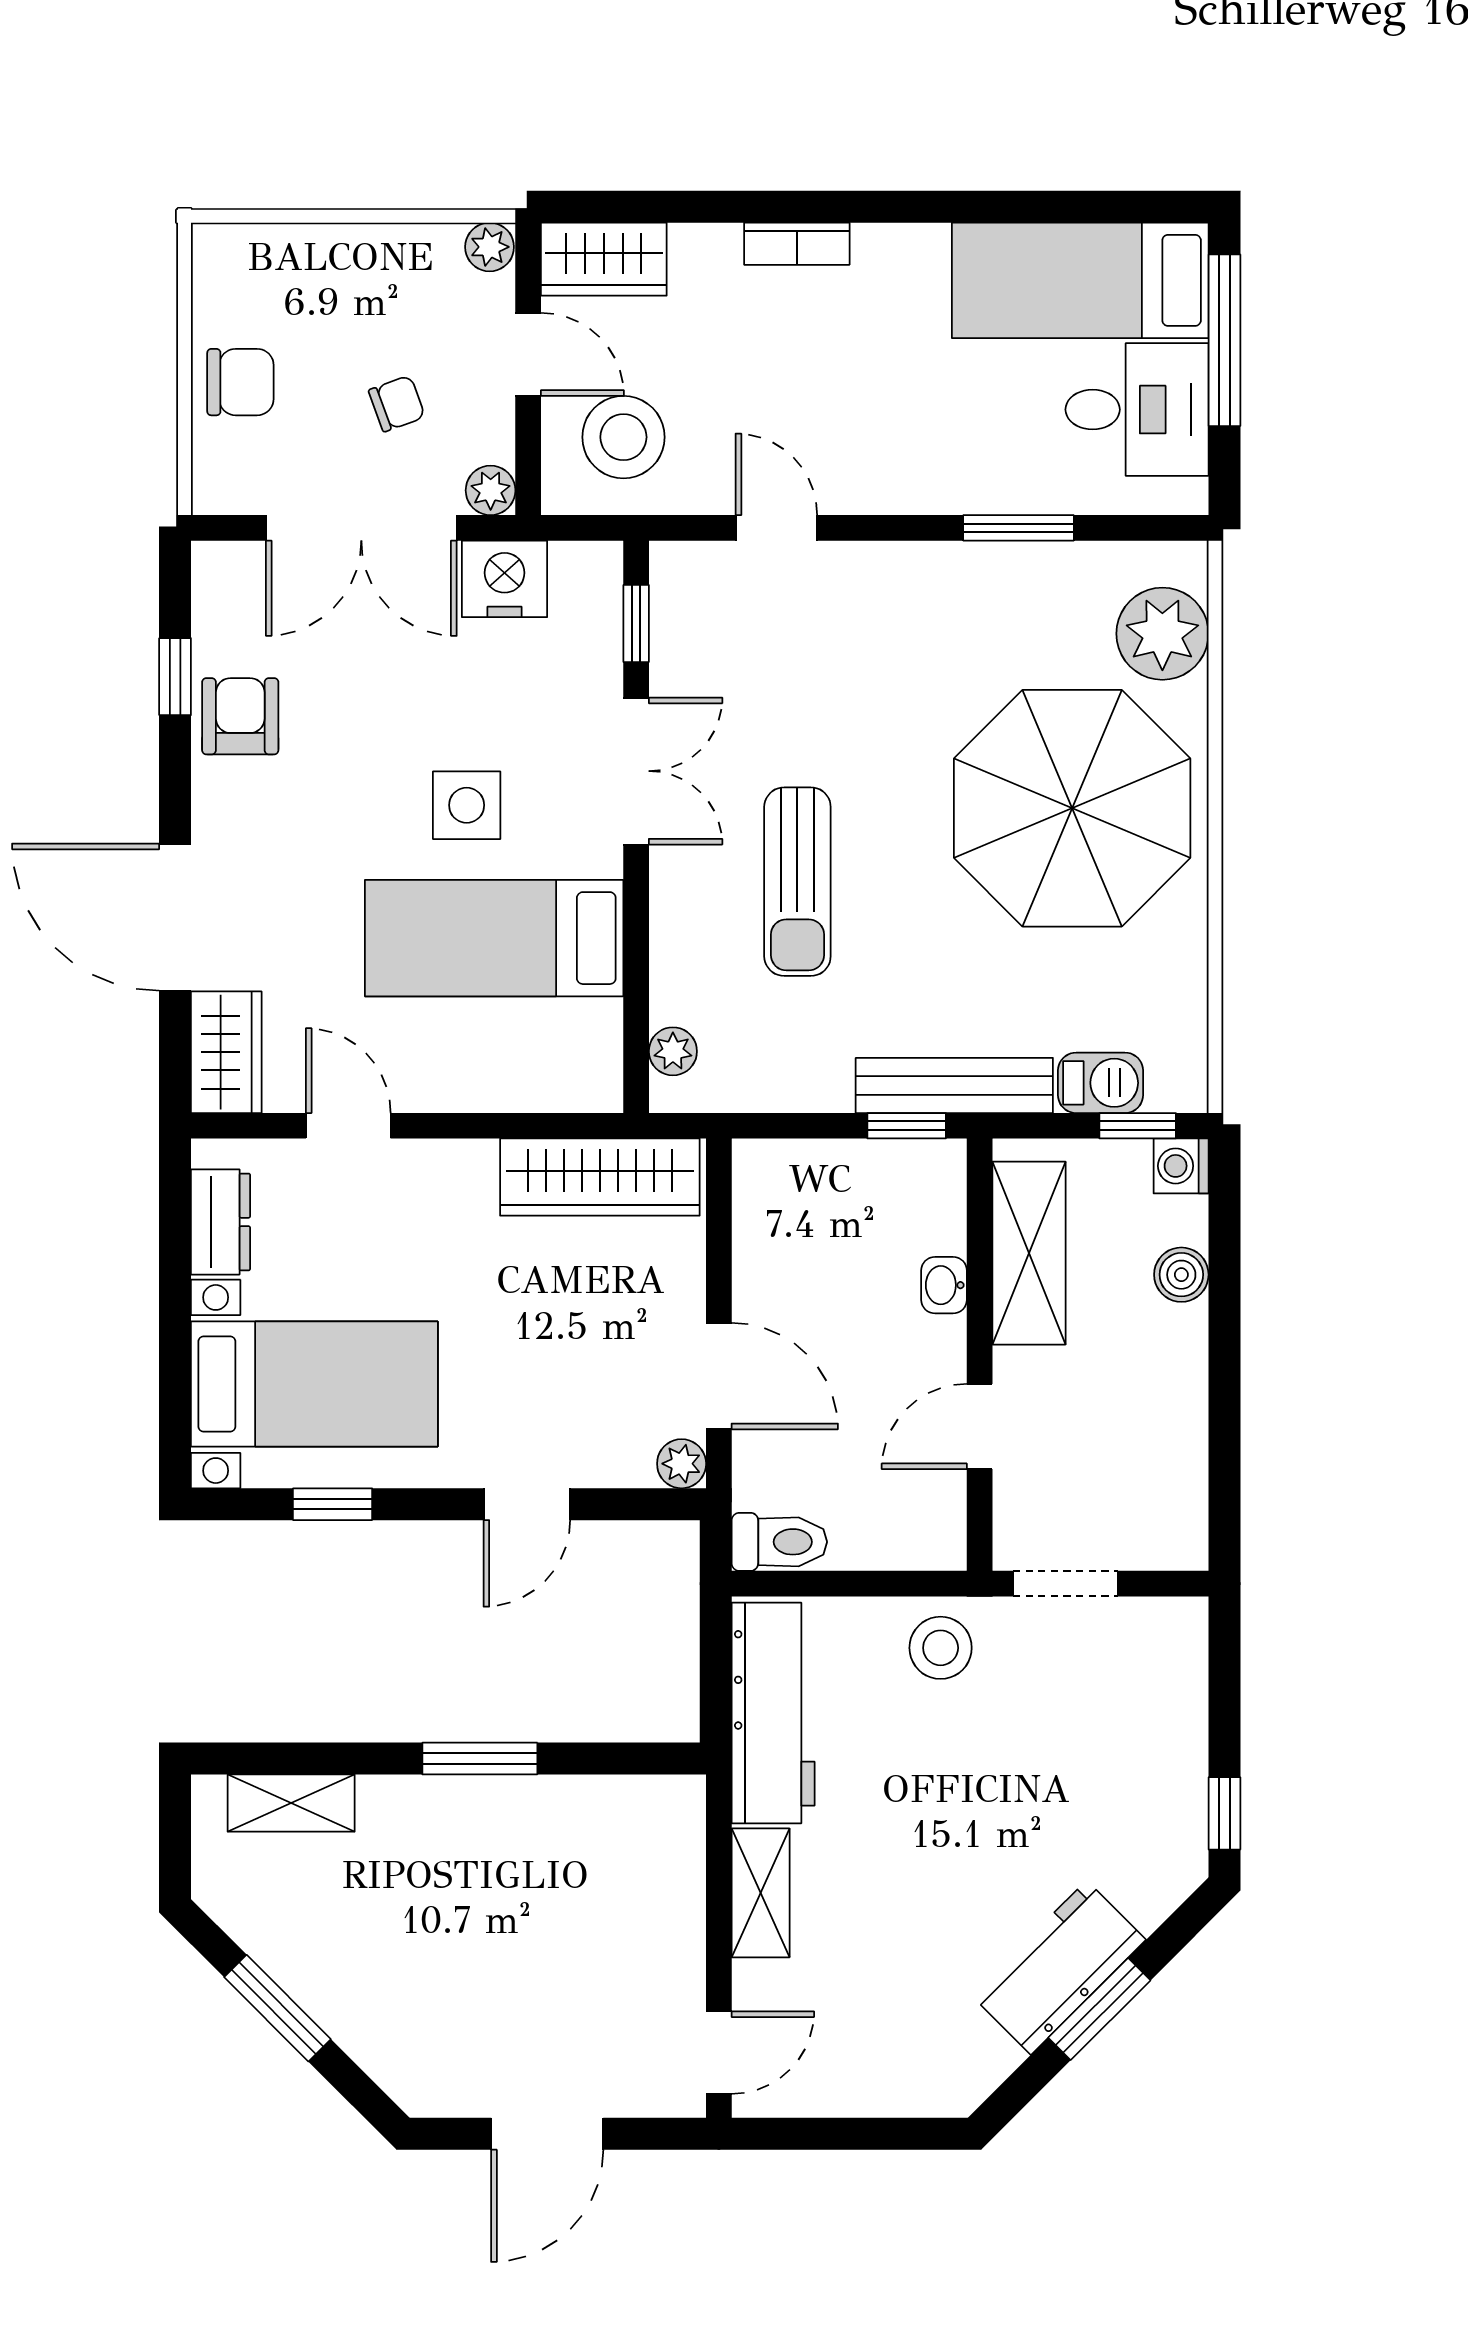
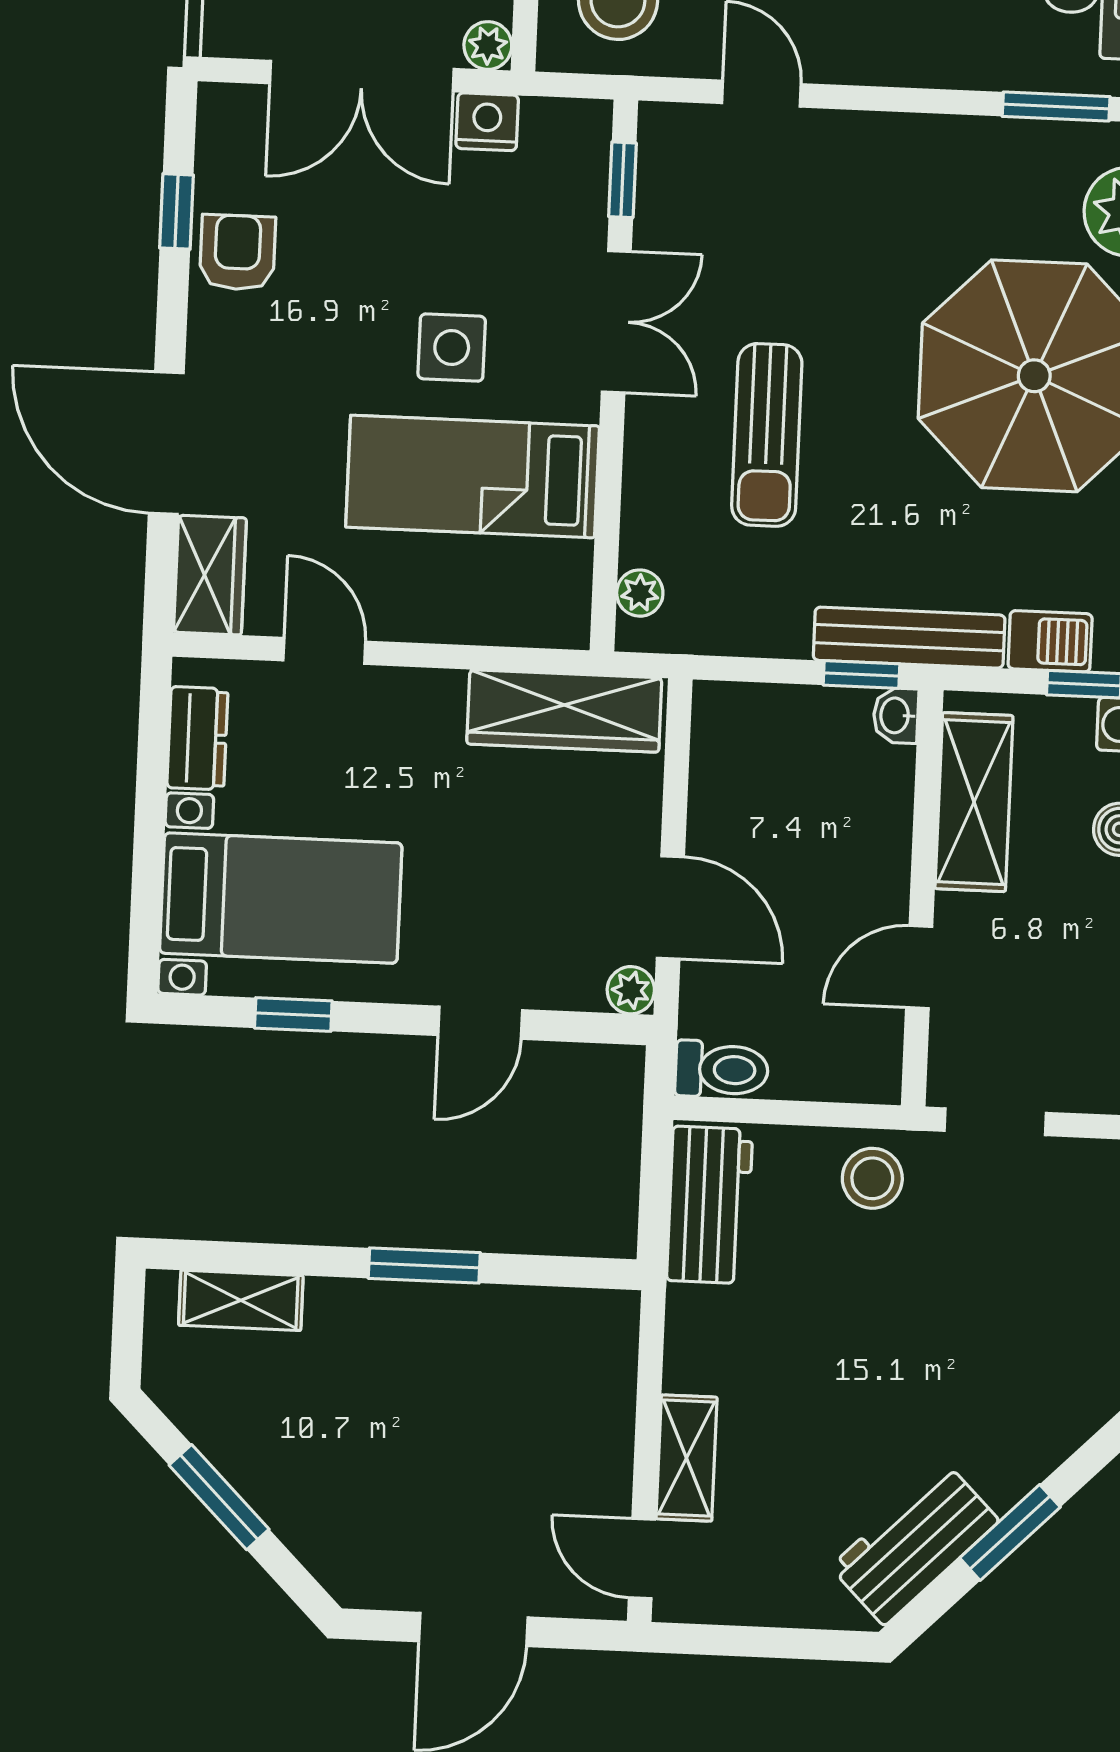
window: (1018, 528) -> (1056, 107), moved
nightstand: (505, 579) -> (487, 122), width x0.74, depth x0.75
washbasin: (944, 1285) -> (896, 715), moved
workbench: (773, 1713) -> (710, 1205), width x0.73
shelving: (761, 1893) -> (687, 1458), moved
workbench: (1059, 1968) -> (915, 1544), moved
door: (719, 2053) -> (642, 1558), swing flipped

